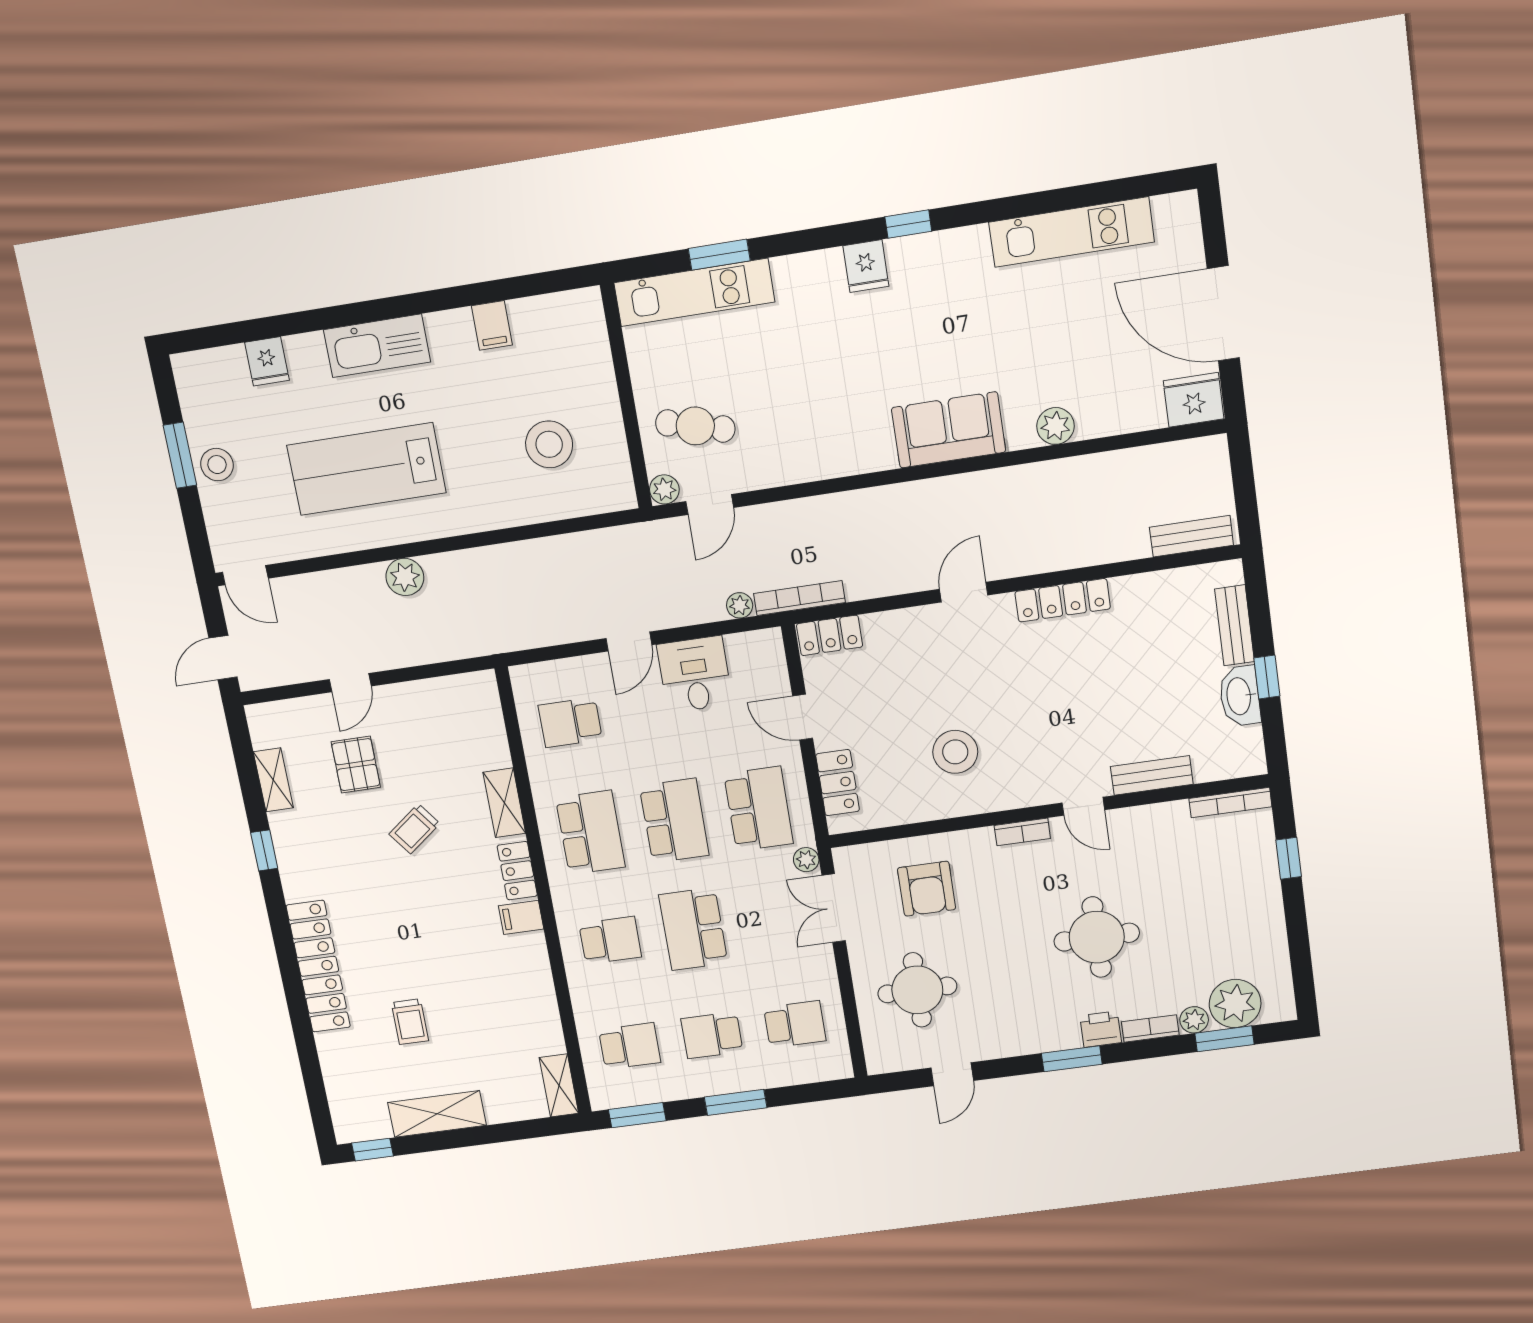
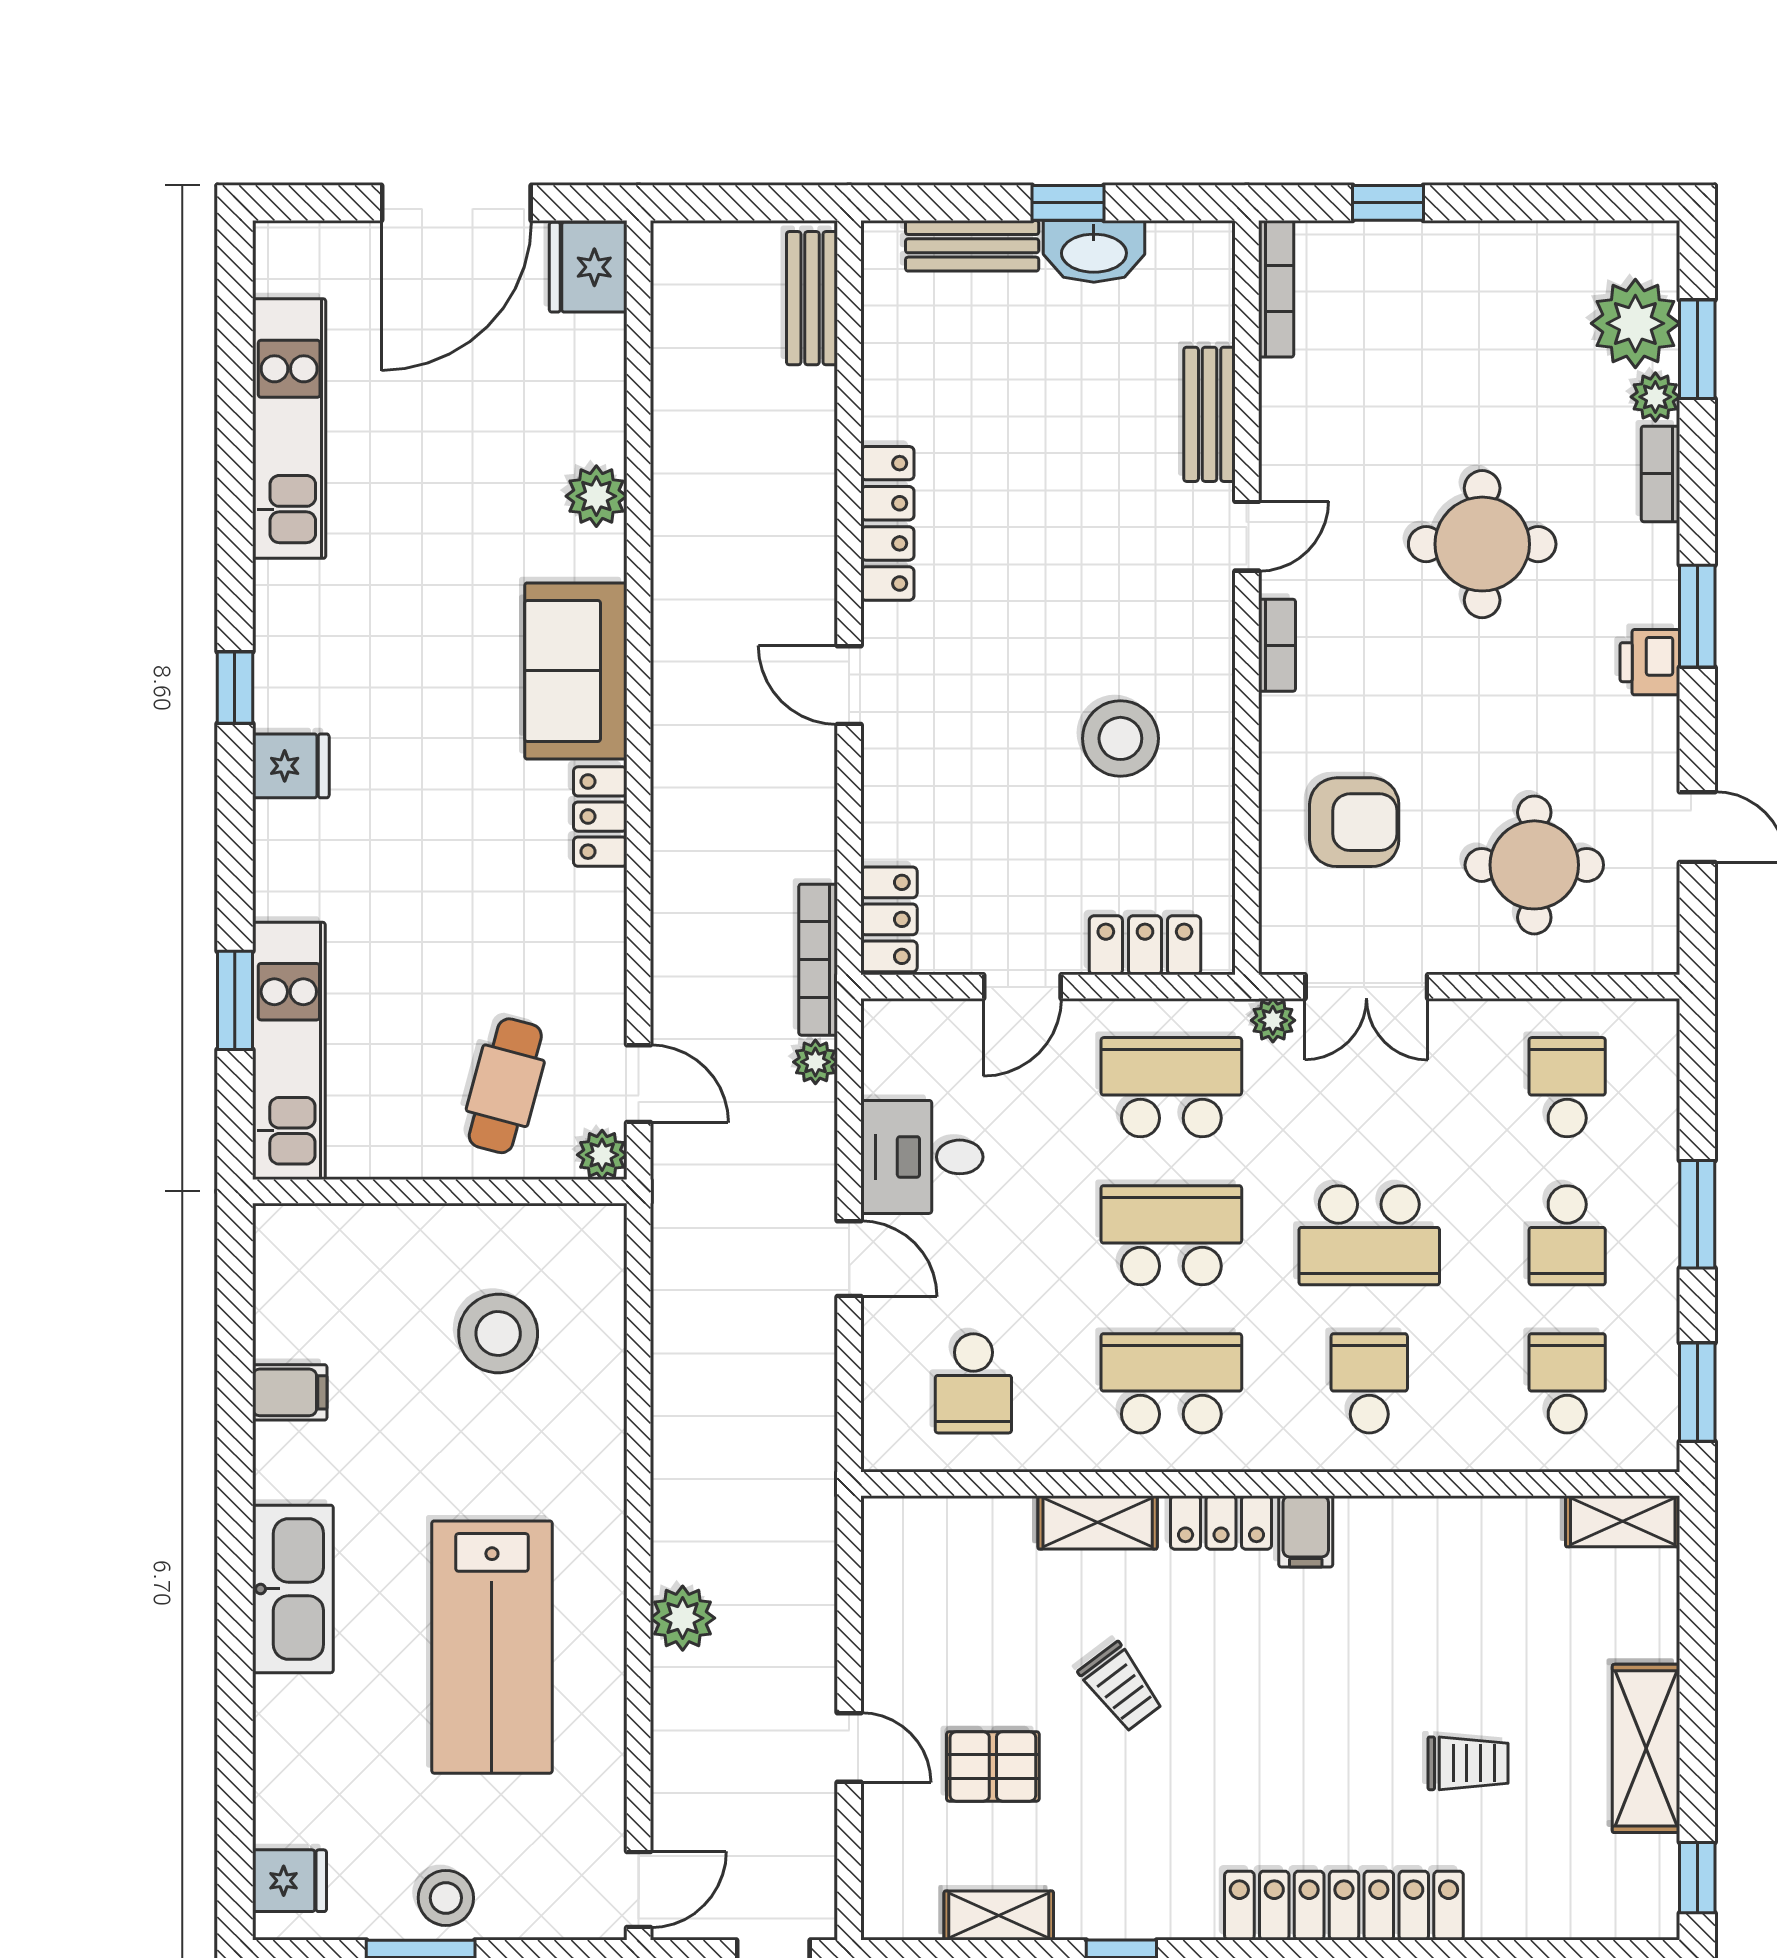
fridge: (267, 361) -> (289, 1881), moved
locker: (864, 458) -> (600, 817), added
printer: (1101, 1029) -> (1650, 662), moved

